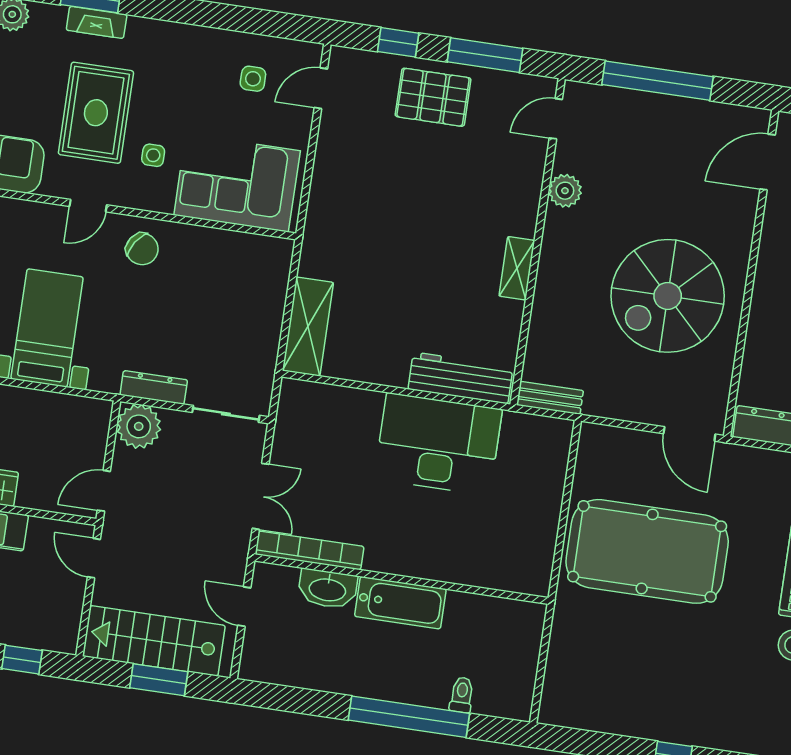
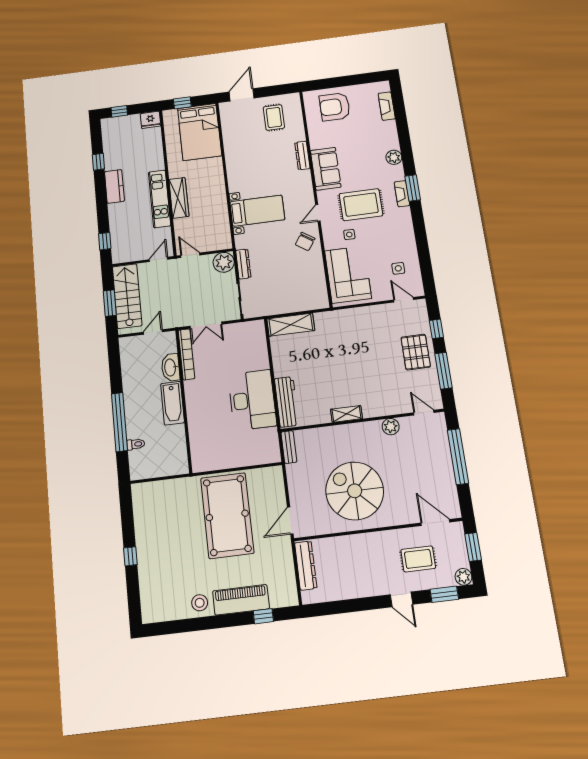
door: (88, 206) -> (318, 213), hinge flipped

